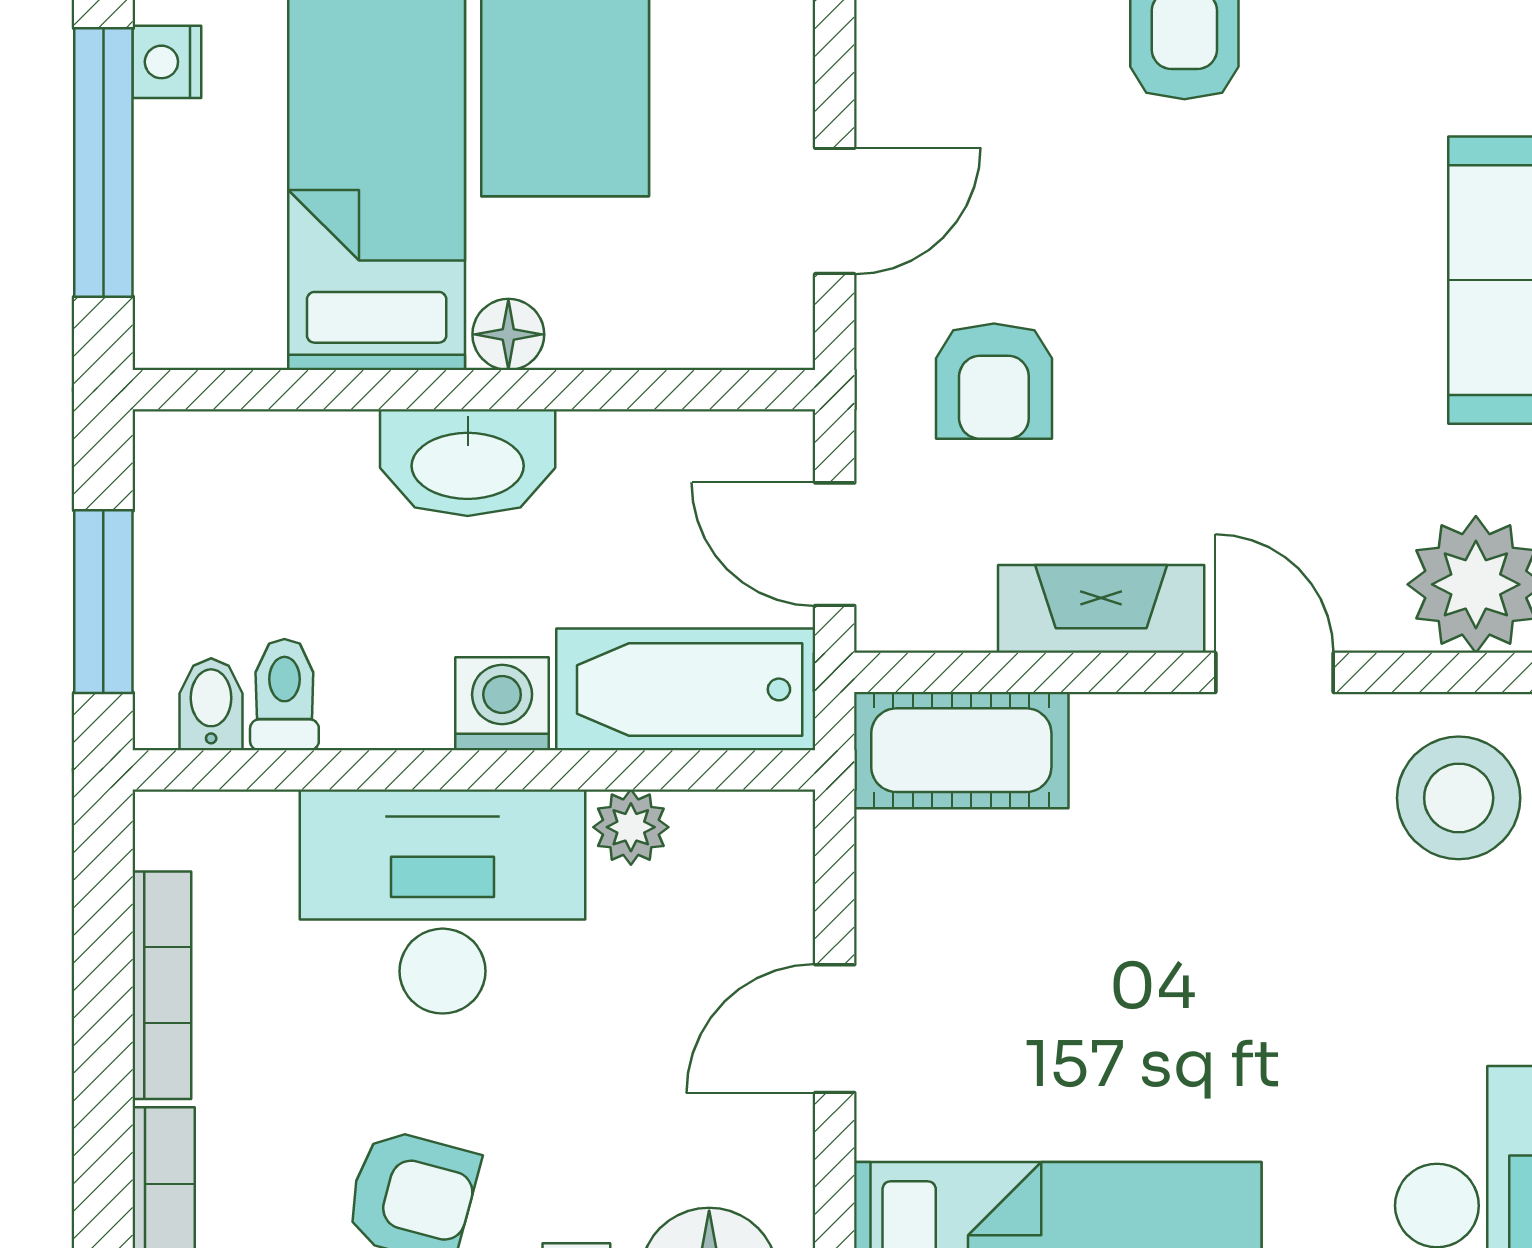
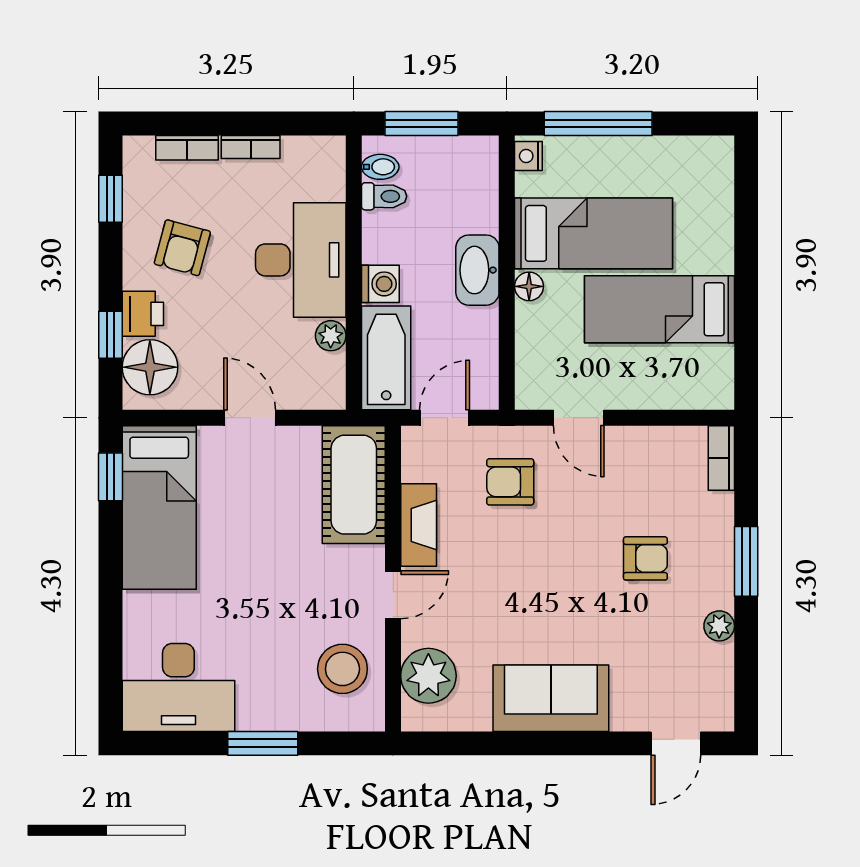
nightstand: (167, 62) -> (528, 156), moved, turned -90
cot: (961, 750) -> (354, 485), width x1.37, depth x1.34
bookcase: (162, 985) -> (251, 147), width x0.64

